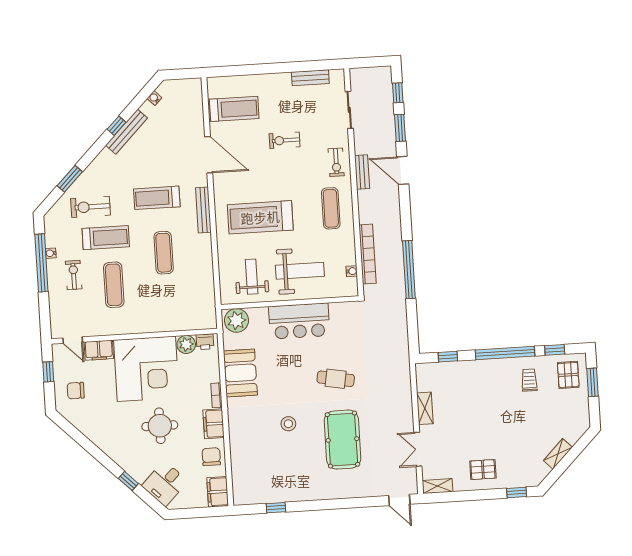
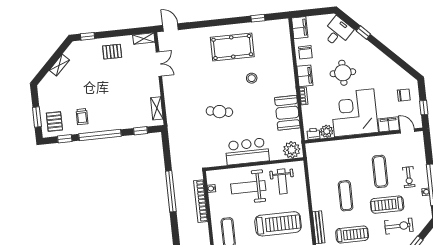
shelving: (425, 408) -> (157, 108), moved
pool table: (342, 440) -> (232, 47), moved, turned 90

